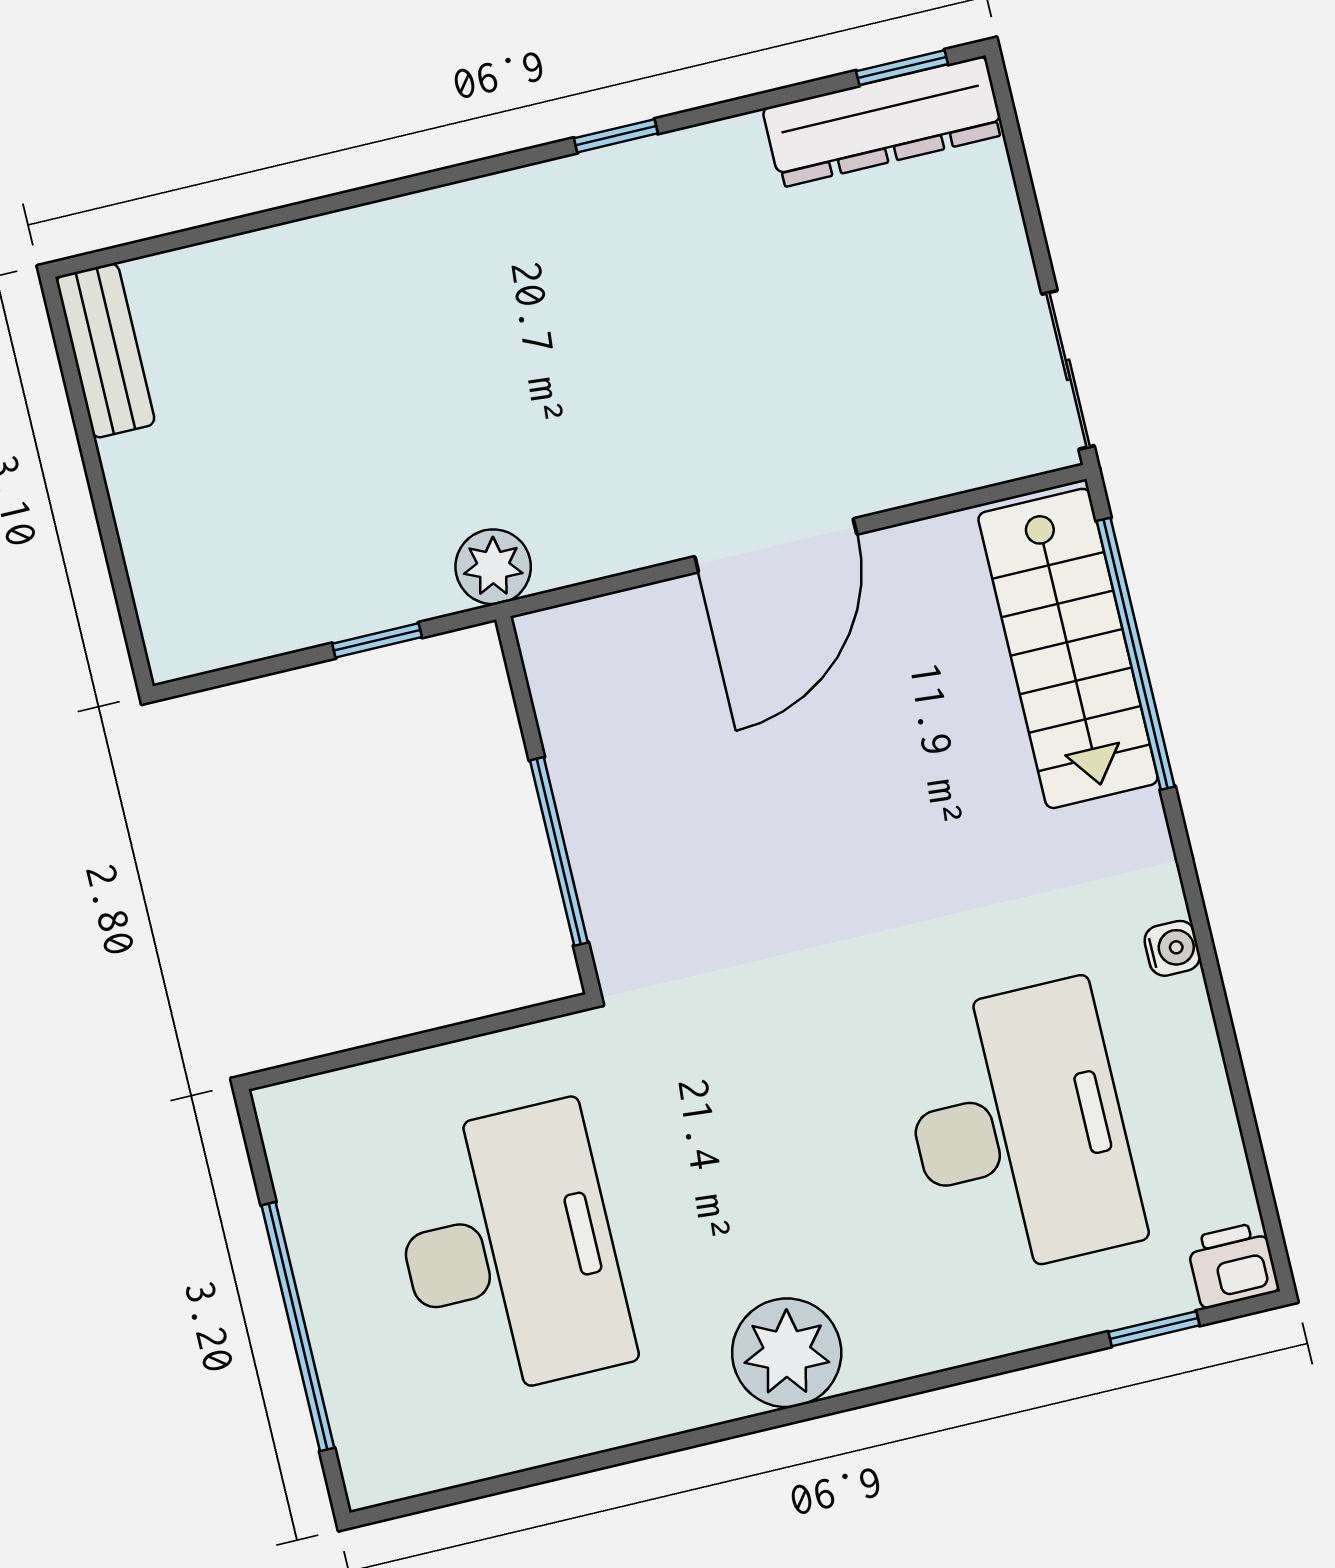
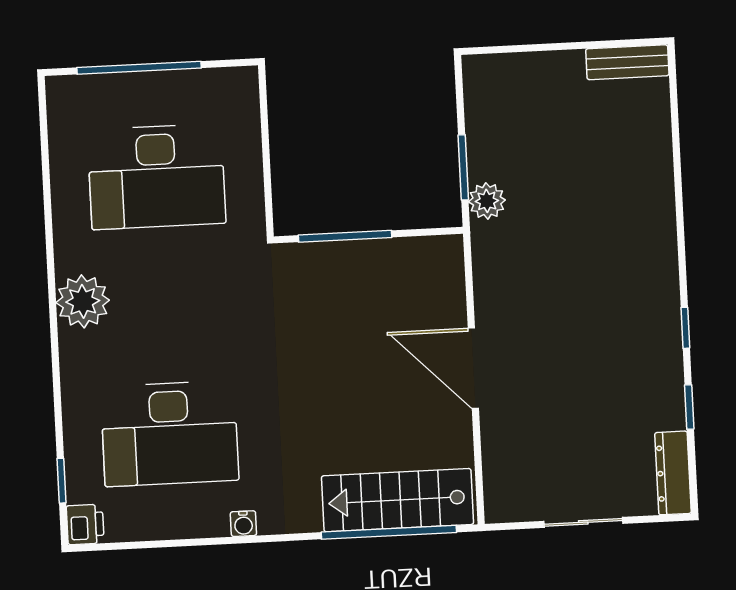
window: (902, 68) -> (689, 407), moved
dresser: (883, 122) -> (673, 473), width x0.73, depth x0.80
sliding door: (1068, 370) -> (583, 522), moved
plant: (493, 567) -> (487, 201), moved
window: (377, 640) -> (463, 167), width x1.50

